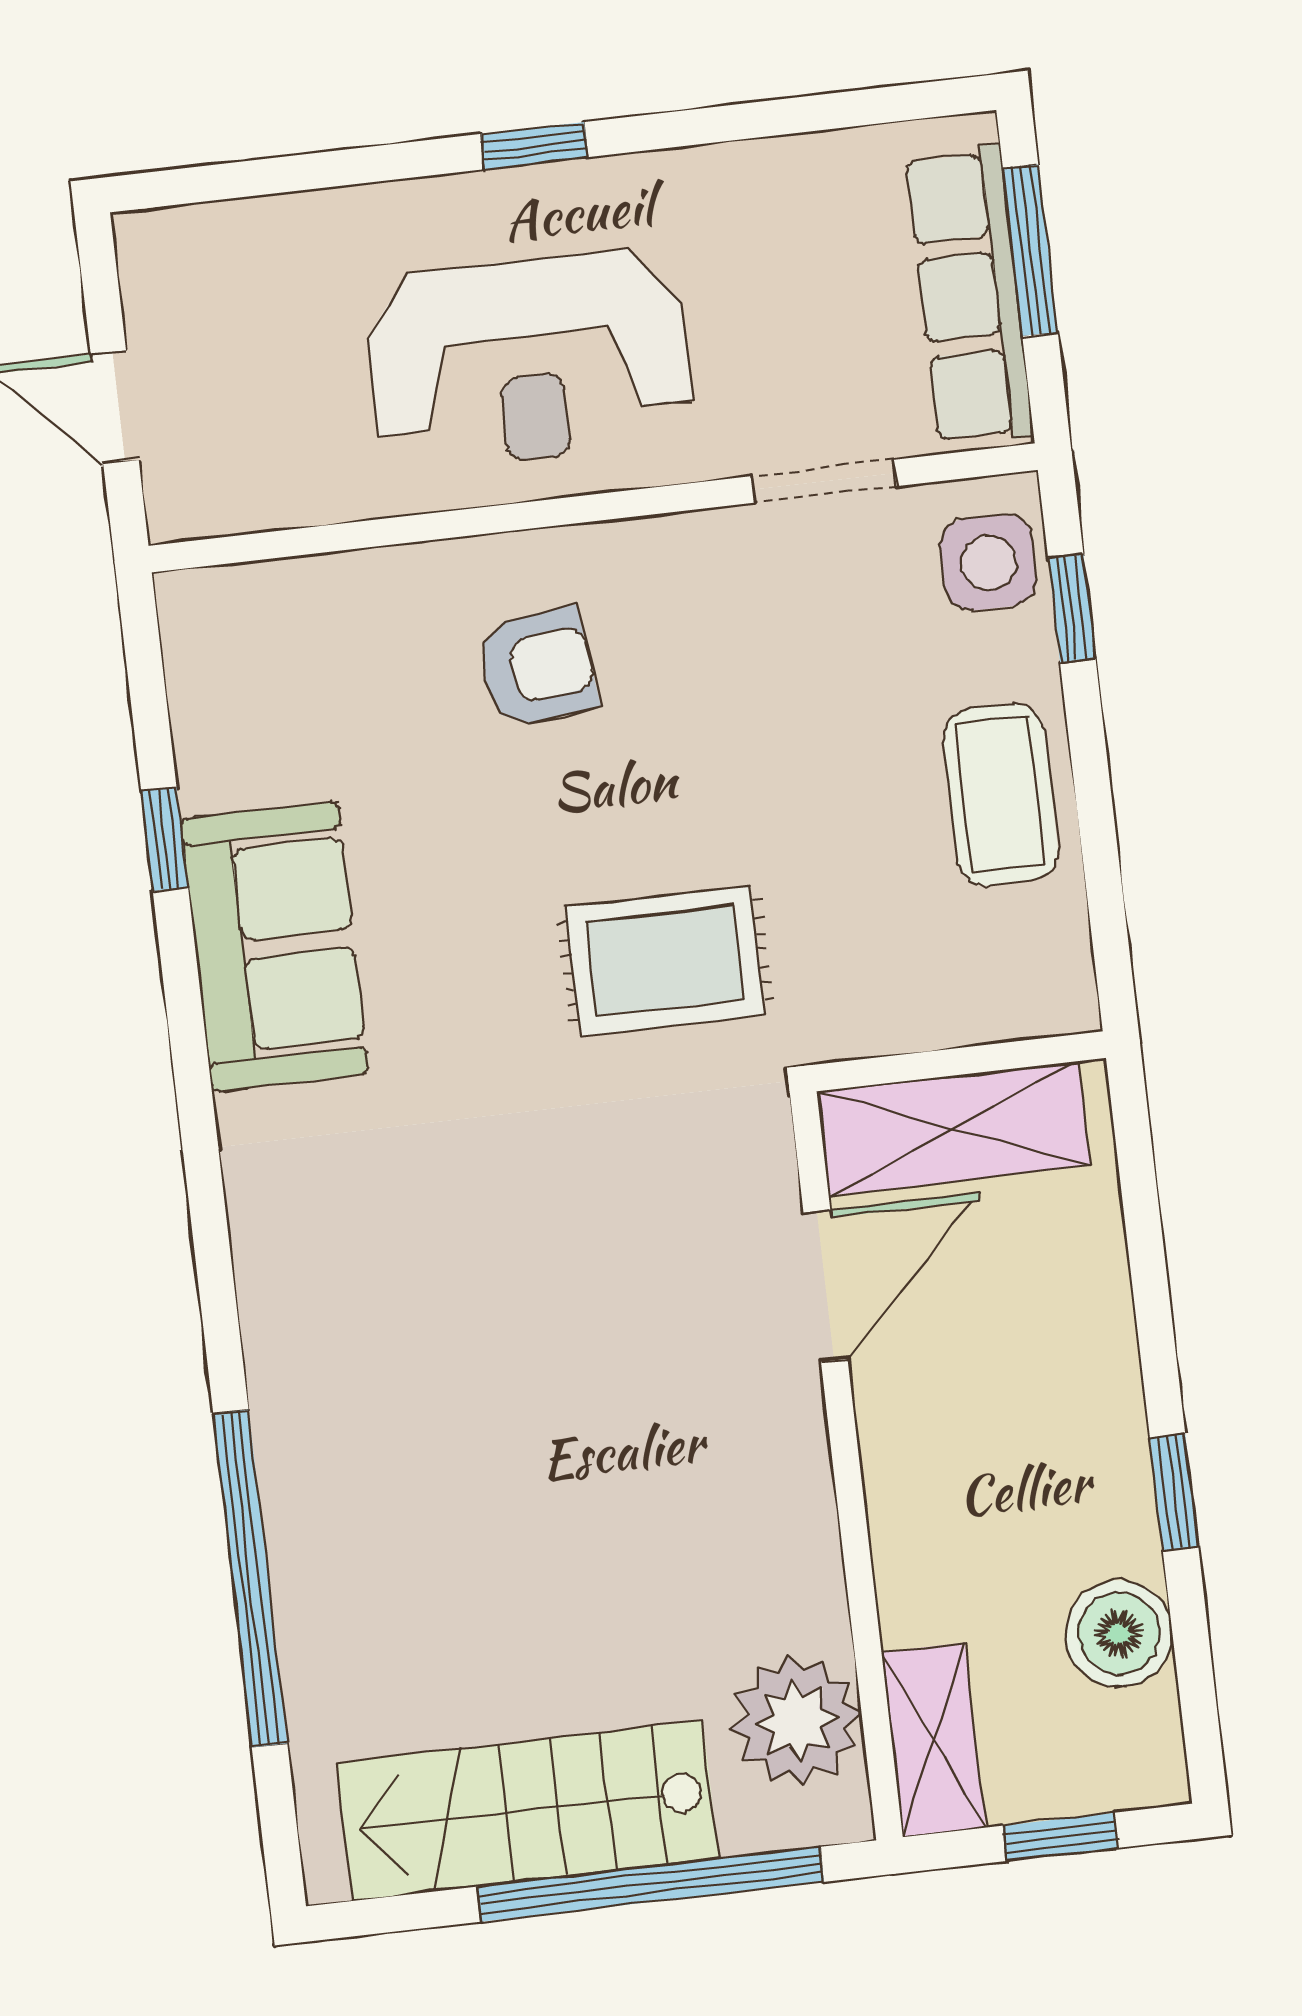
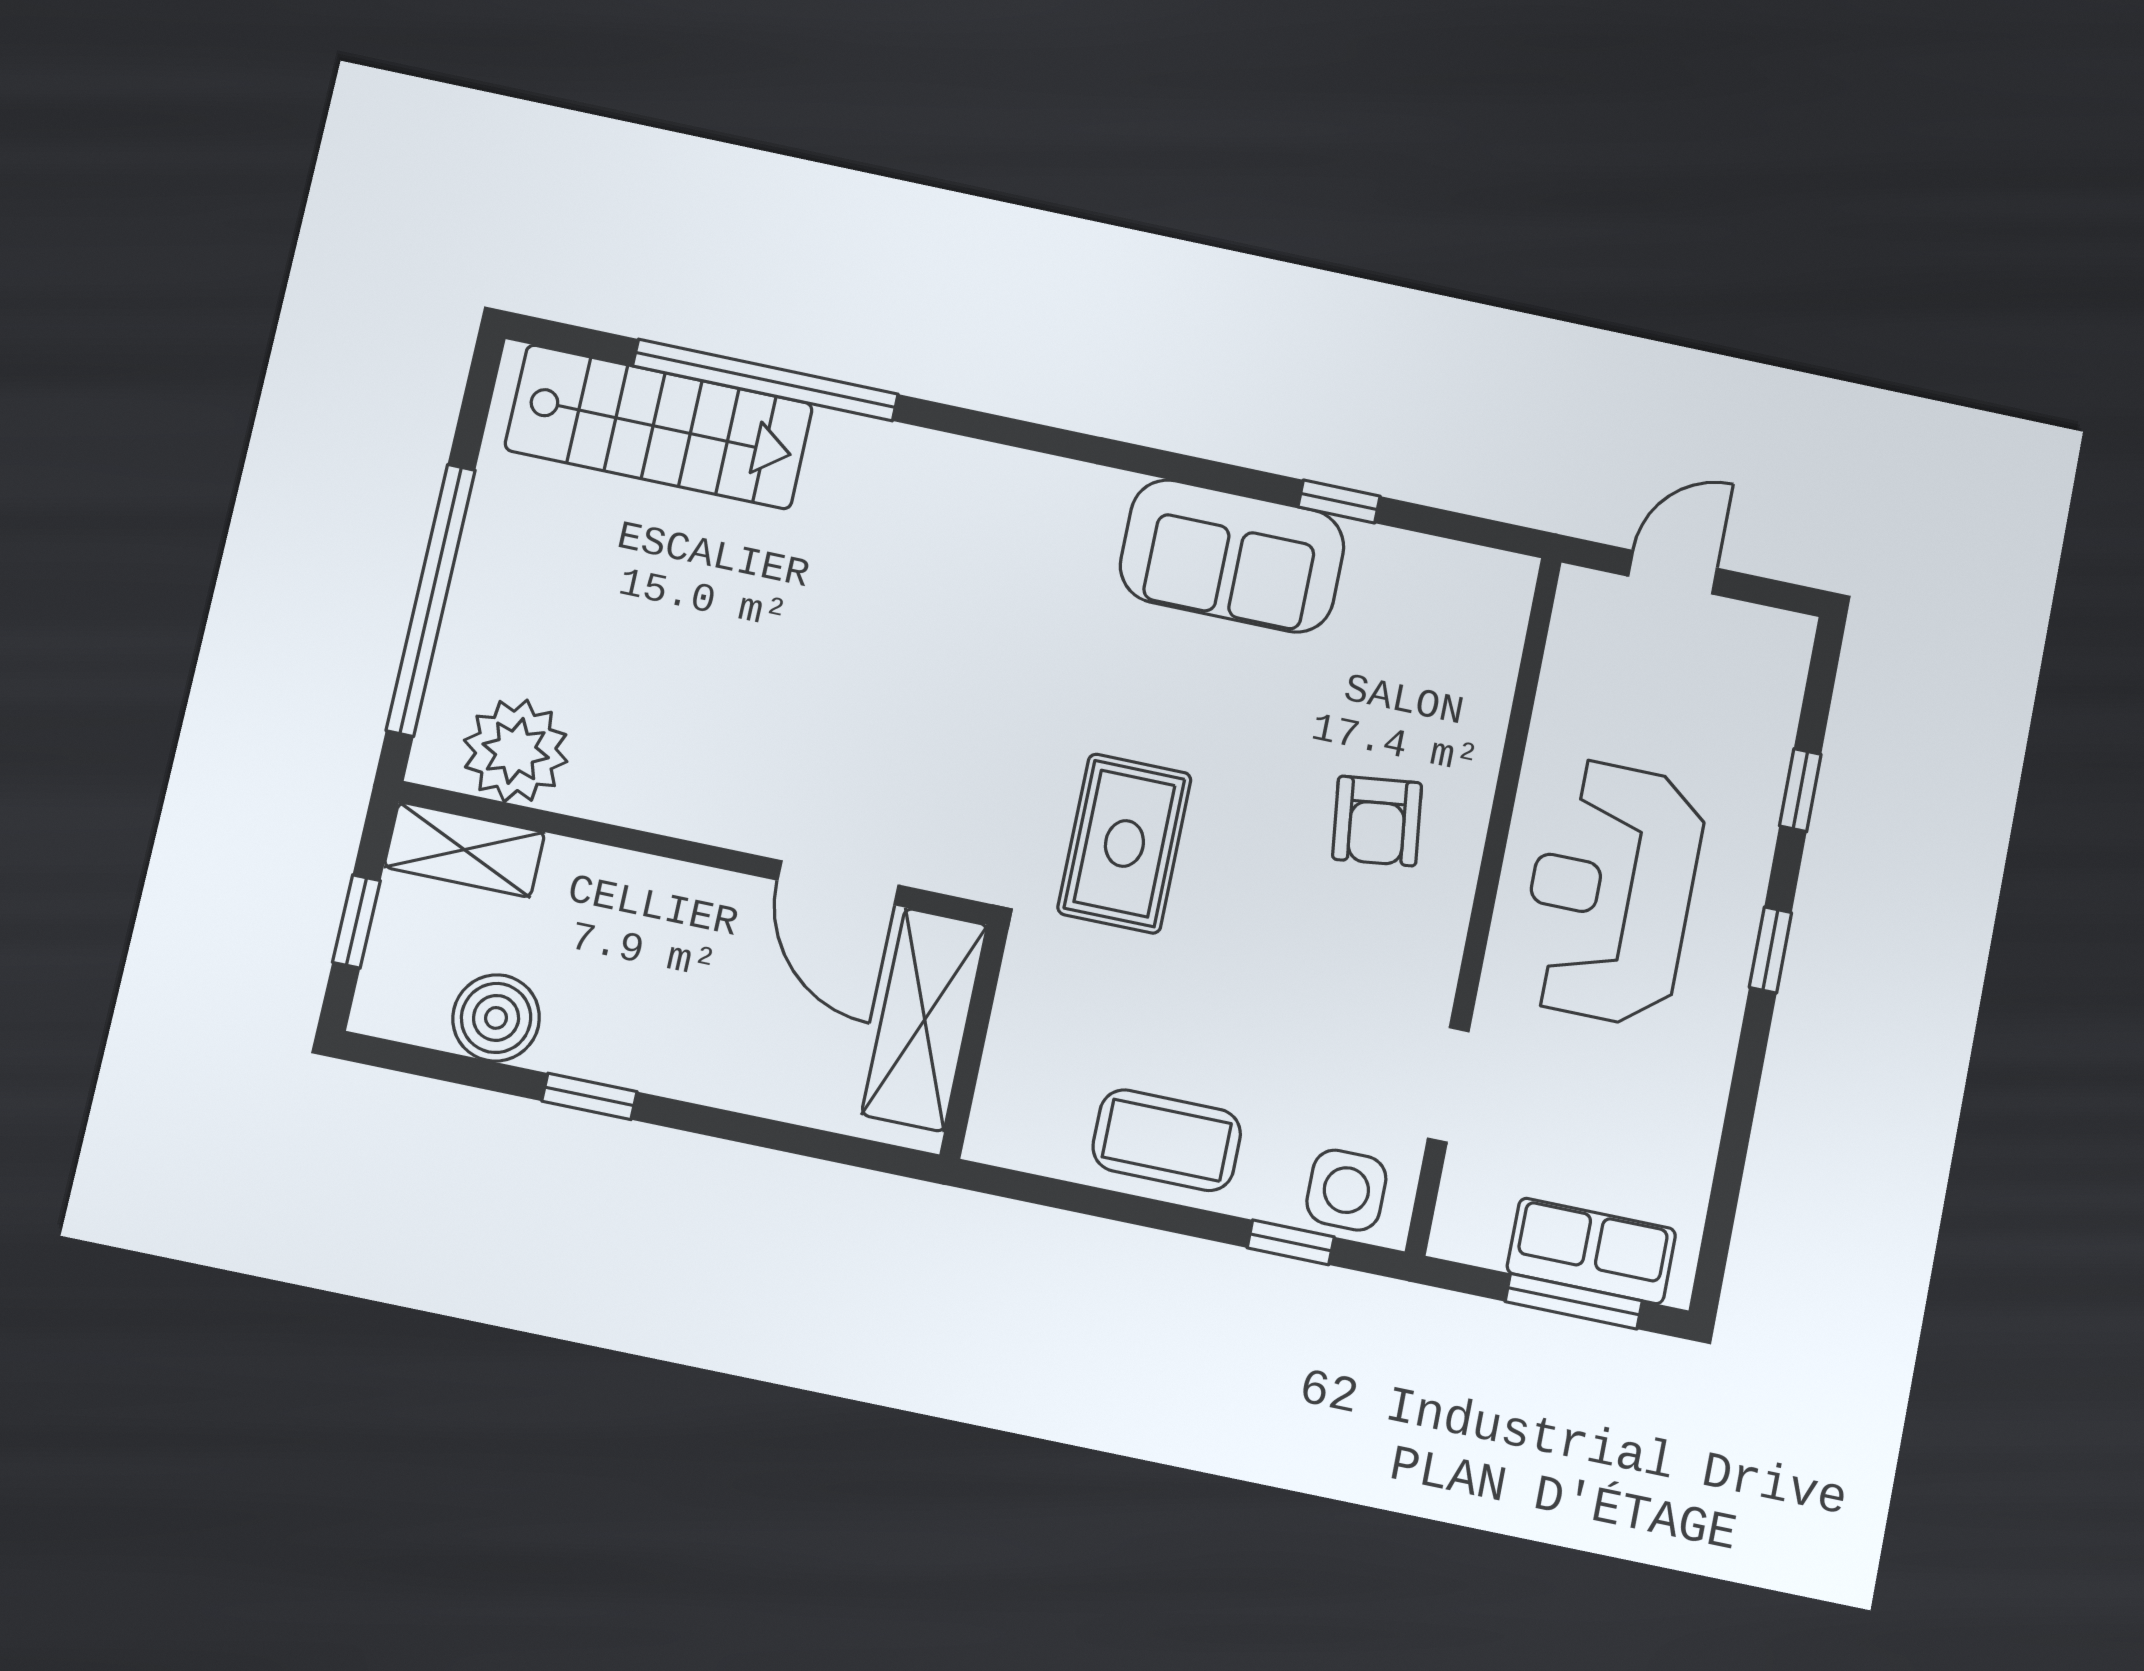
window: (329, 169) -> (1800, 790), added
row of seats: (970, 295) -> (1591, 1251), width x0.68
stairs: (528, 1811) -> (659, 427), moved, turned 90

